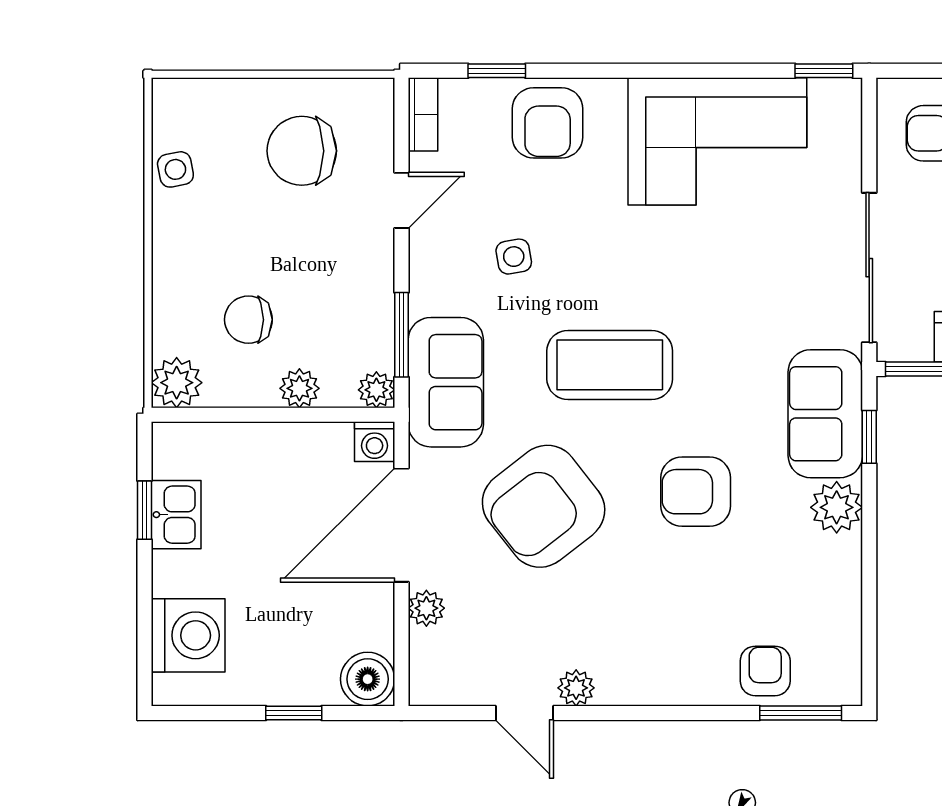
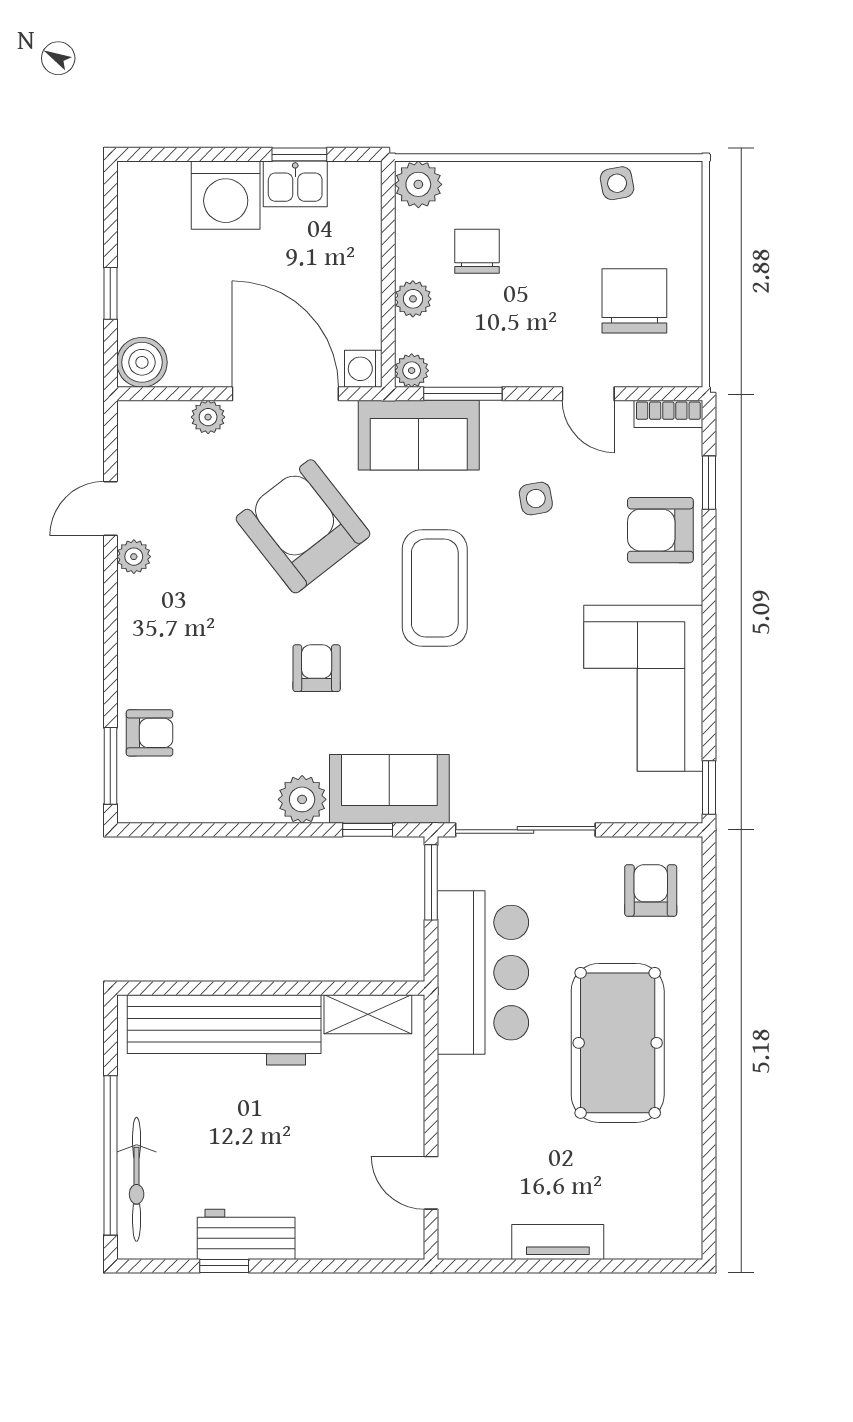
armchair: (696, 492) -> (317, 668), width x0.72, depth x0.72
washing machine: (188, 635) -> (226, 195), moved

